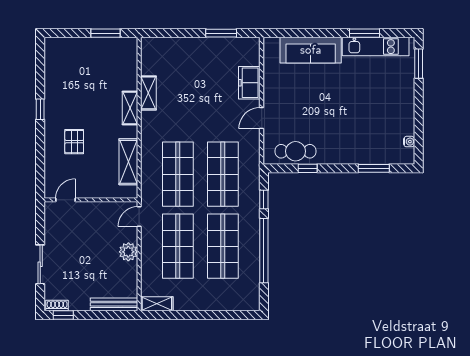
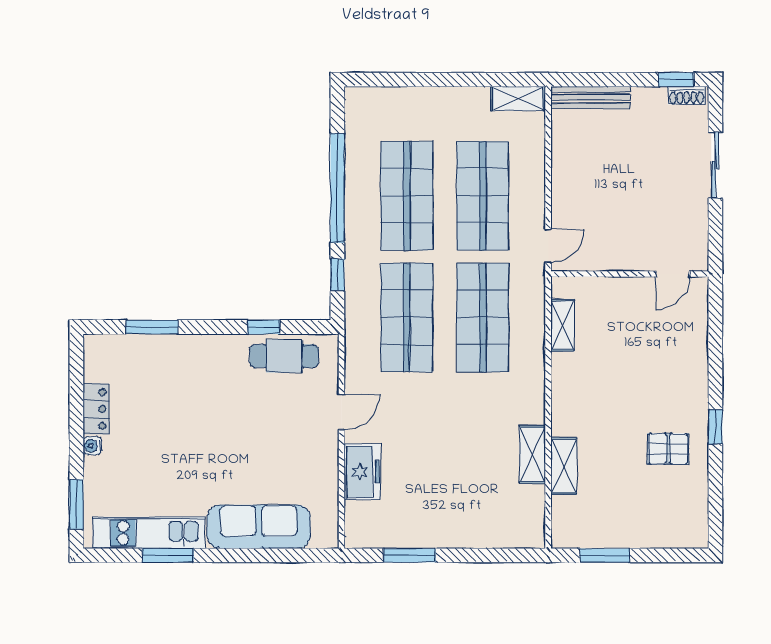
shelving: (130, 108) -> (564, 466), moved
locker: (407, 120) -> (96, 409), added
pallet: (74, 142) -> (668, 449), moved, turned 90
water cooler: (409, 142) -> (92, 446), moved
shelving: (128, 162) -> (563, 325), width x0.67, depth x0.75
plant: (128, 252) -> (566, 186), removed

